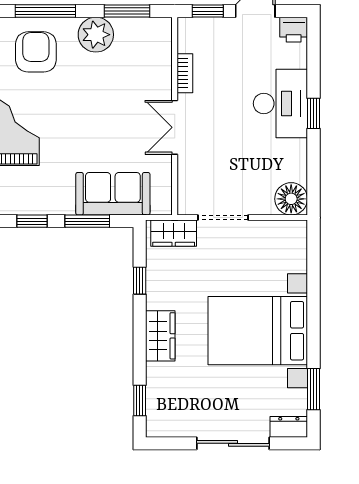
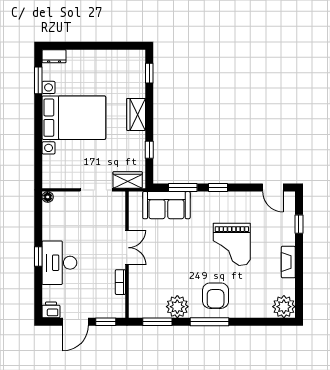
floor lamp: (291, 199) -> (48, 197), width x0.53, depth x0.53
sliding door: (233, 443) -> (90, 46), removed

